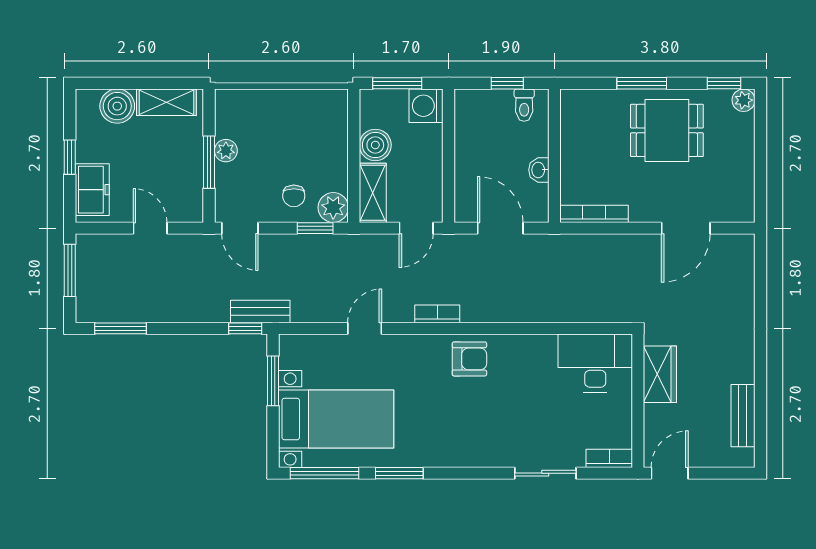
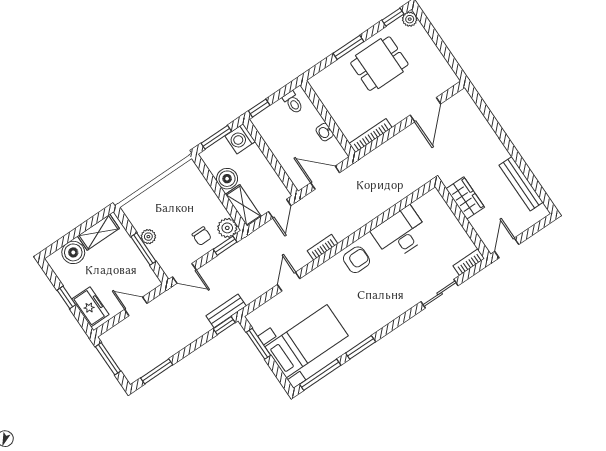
window: (507, 83) -> (259, 108), moved
desk: (595, 363) -> (400, 233), moved
bench: (743, 416) -> (521, 184), width x1.36

